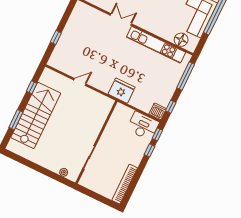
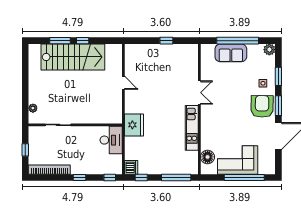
window: (56, 38) -> (166, 41), moved
kitchen unit: (156, 45) -> (192, 128), width x0.73
window: (32, 87) -> (83, 41), moved
desk: (143, 126) -> (111, 140), moved
window: (150, 150) -> (79, 177), moved
window: (97, 197) -> (25, 150), added

